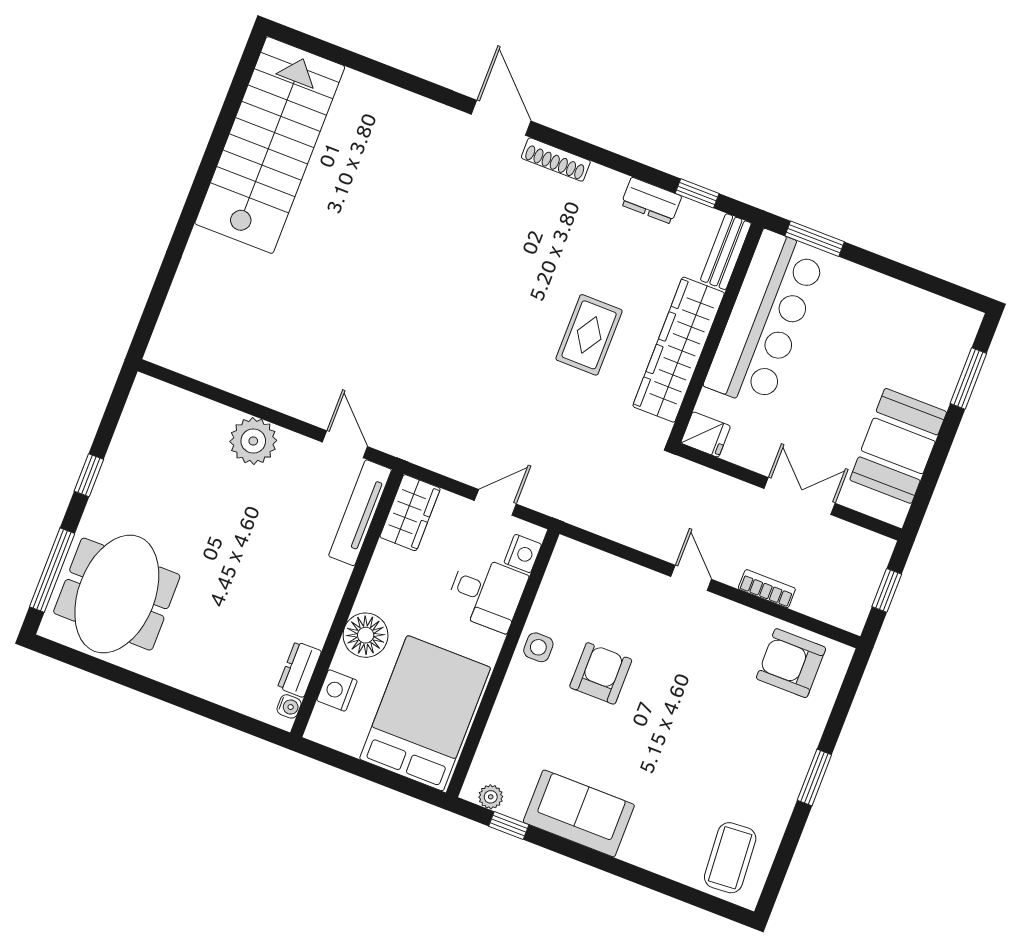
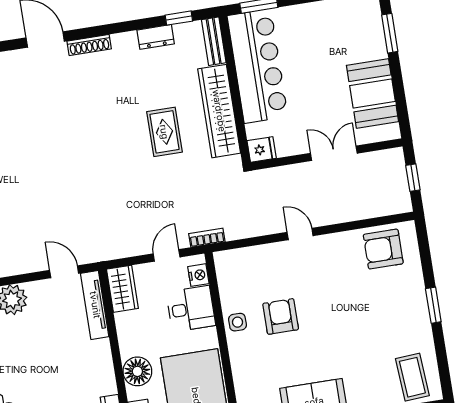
bookcase: (767, 589) -> (207, 238), moved

